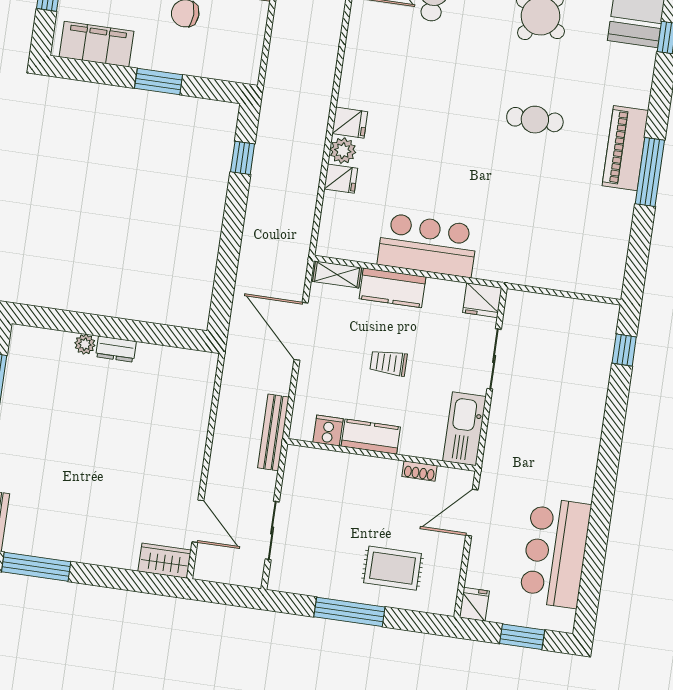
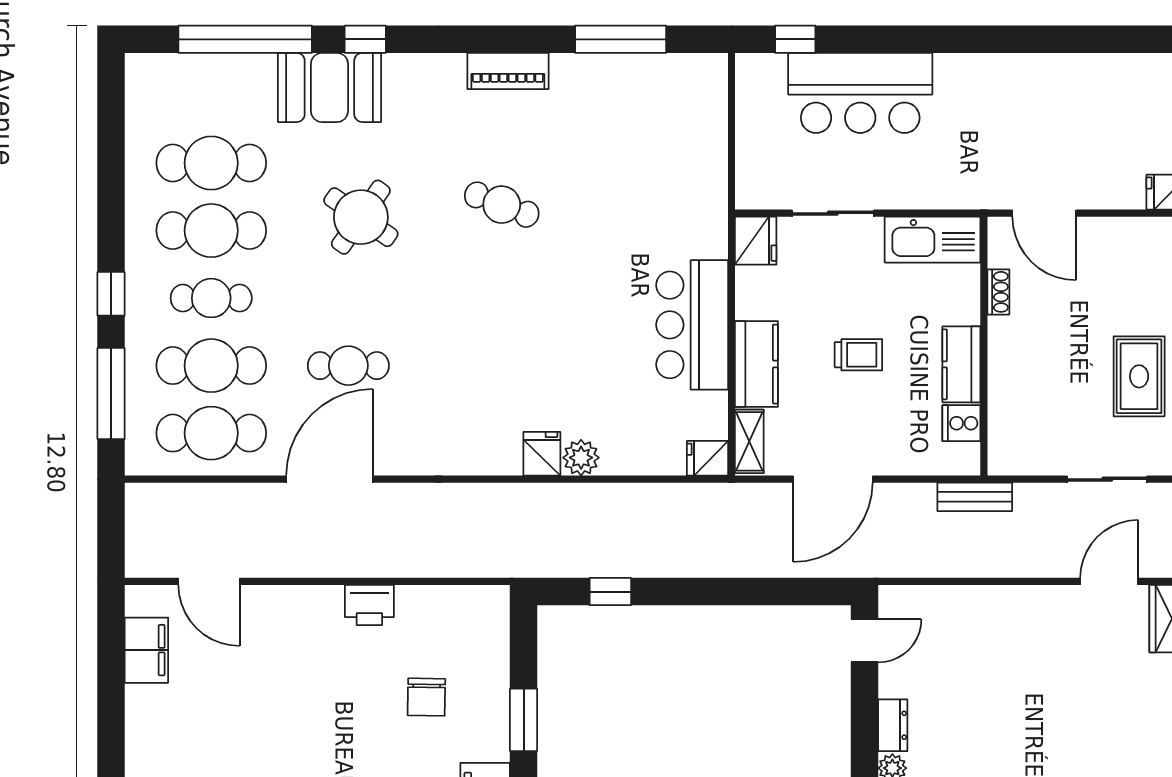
cafe table: (535, 120) -> (502, 205), turned -69
piano: (625, 148) -> (508, 71), width x0.73, depth x0.75
window: (650, 172) -> (621, 39), moved
fridge: (341, 179) -> (707, 458), moved, turned -90
door: (180, 337) -> (865, 641), added
trolley: (389, 363) -> (858, 355), turned -90
bench: (273, 432) -> (975, 497), width x0.73
bar counter: (555, 553) -> (860, 93), moved
rug: (393, 568) -> (1139, 376), moved

